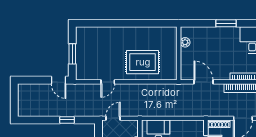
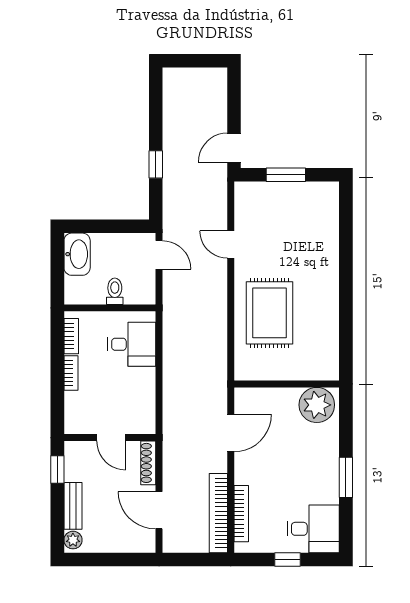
plant: (185, 42) -> (317, 405), width x1.87, depth x1.87

